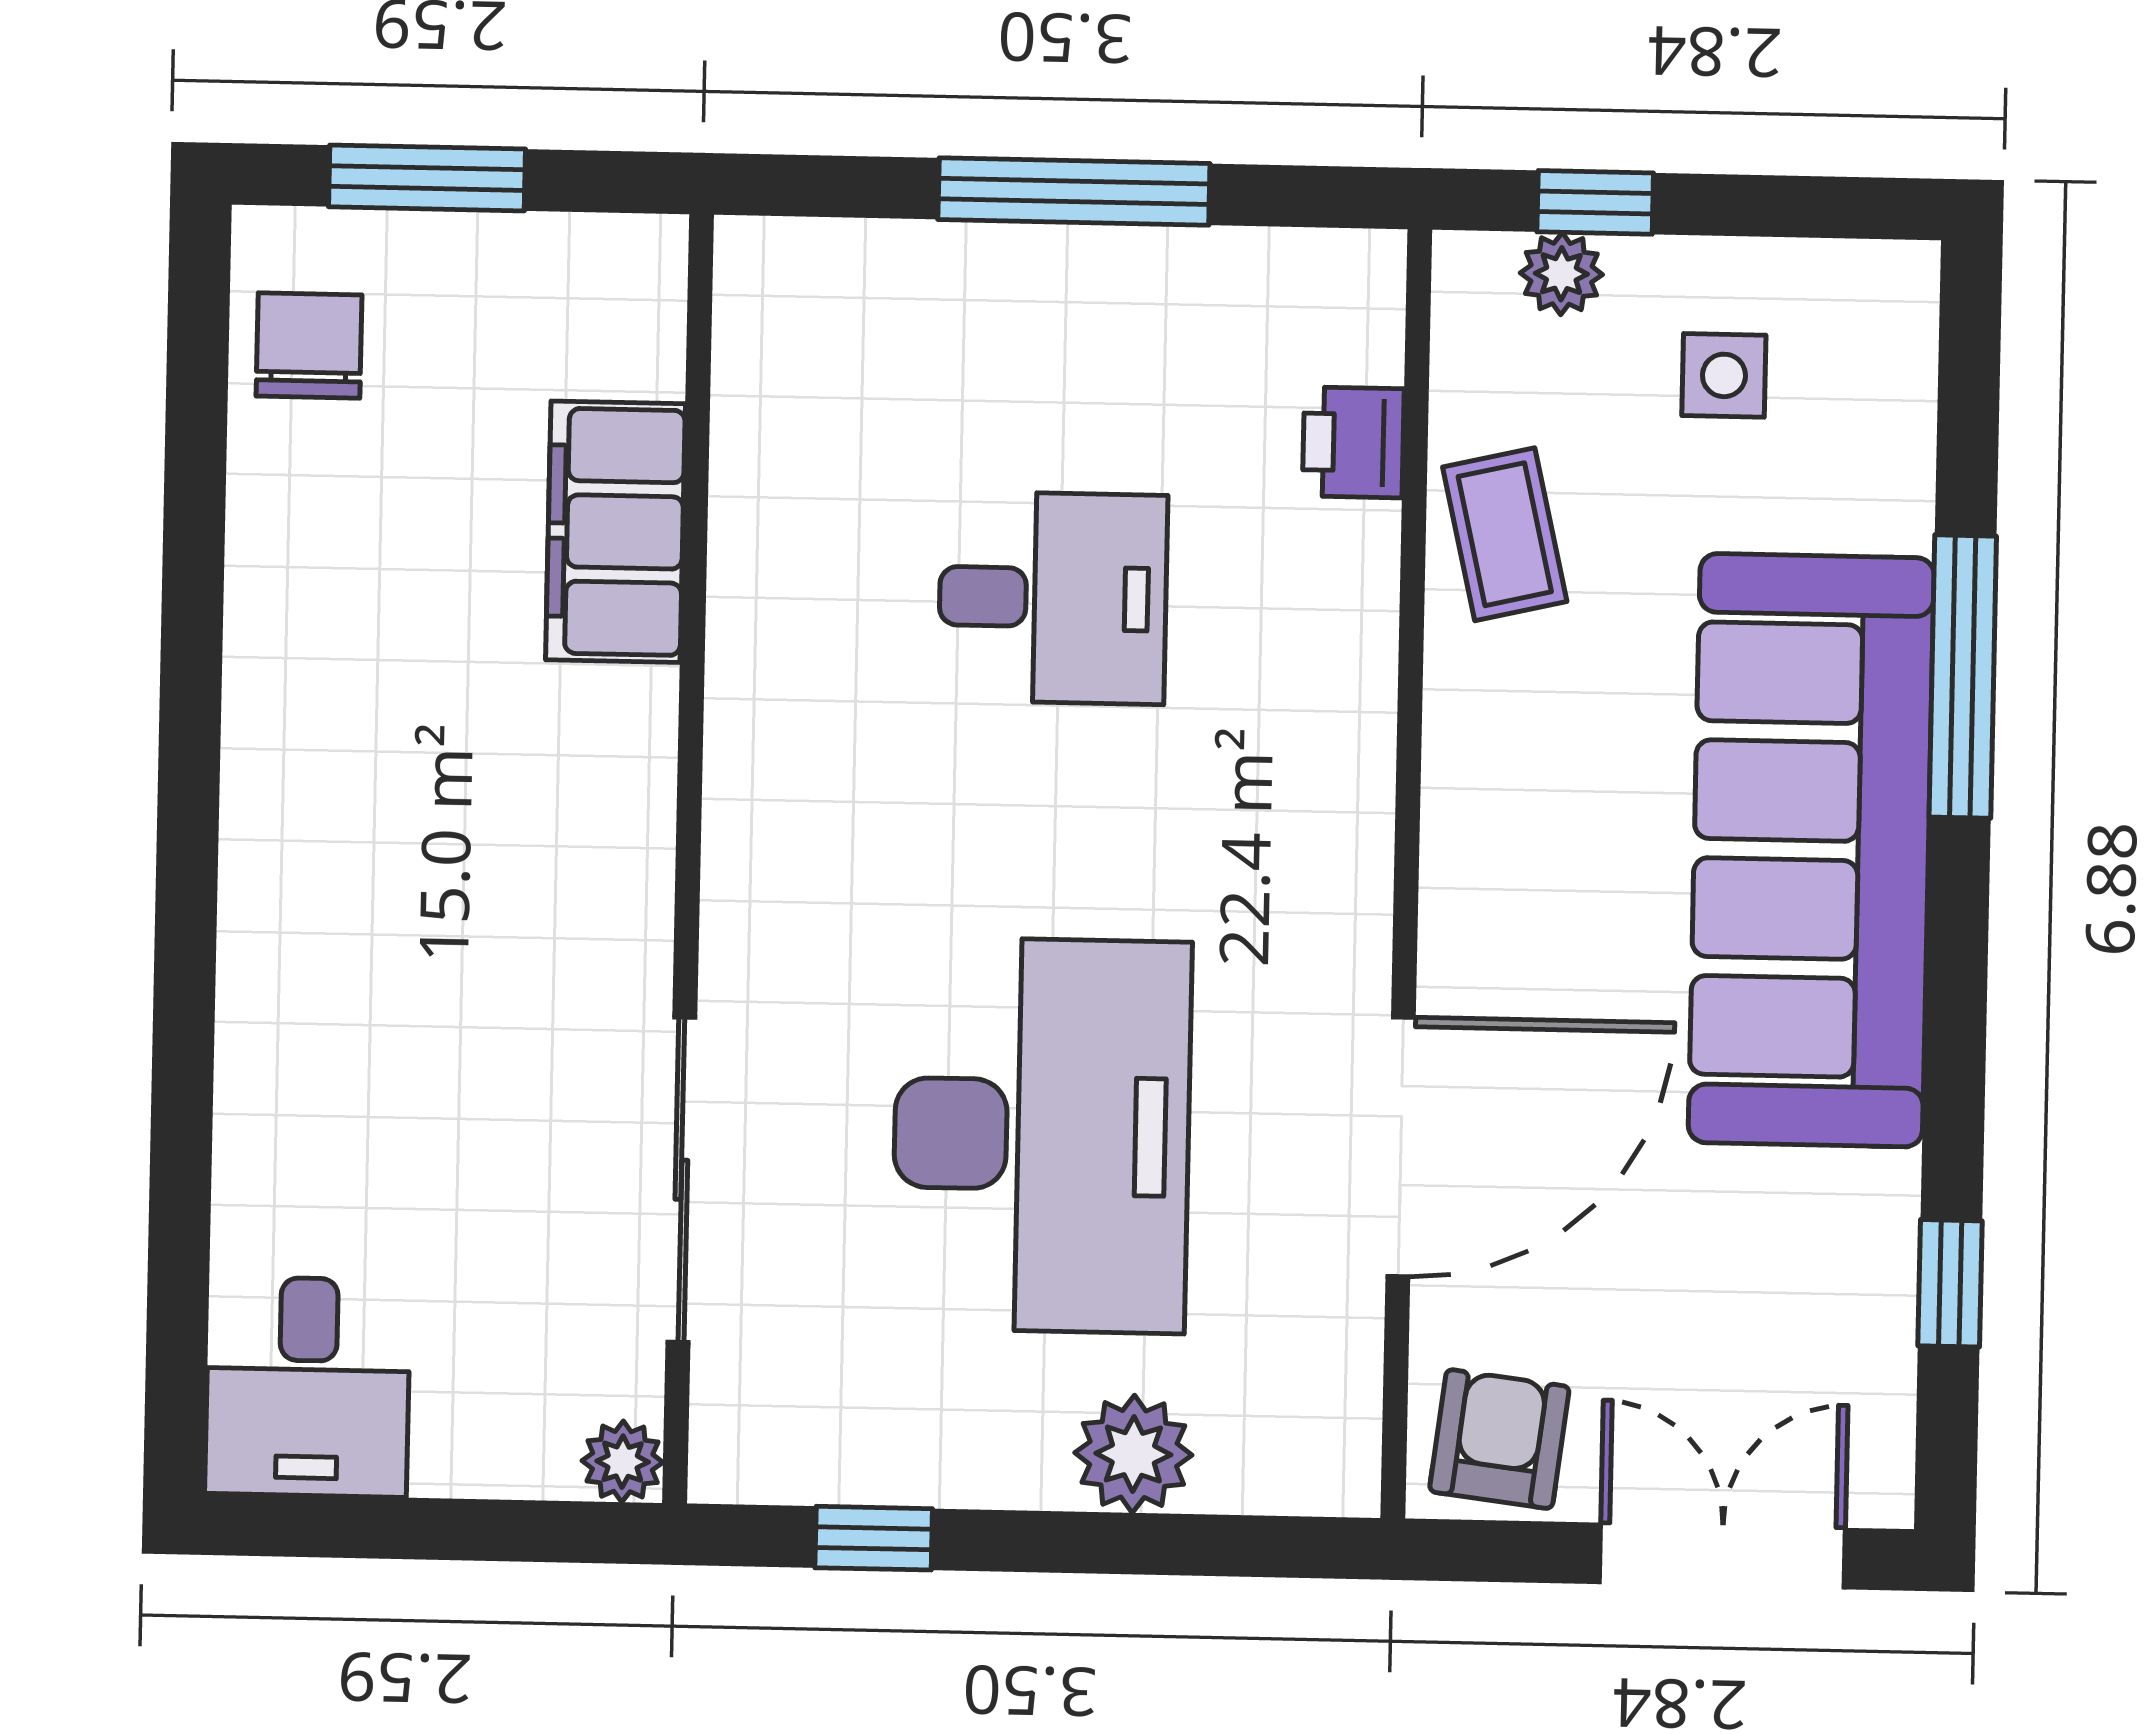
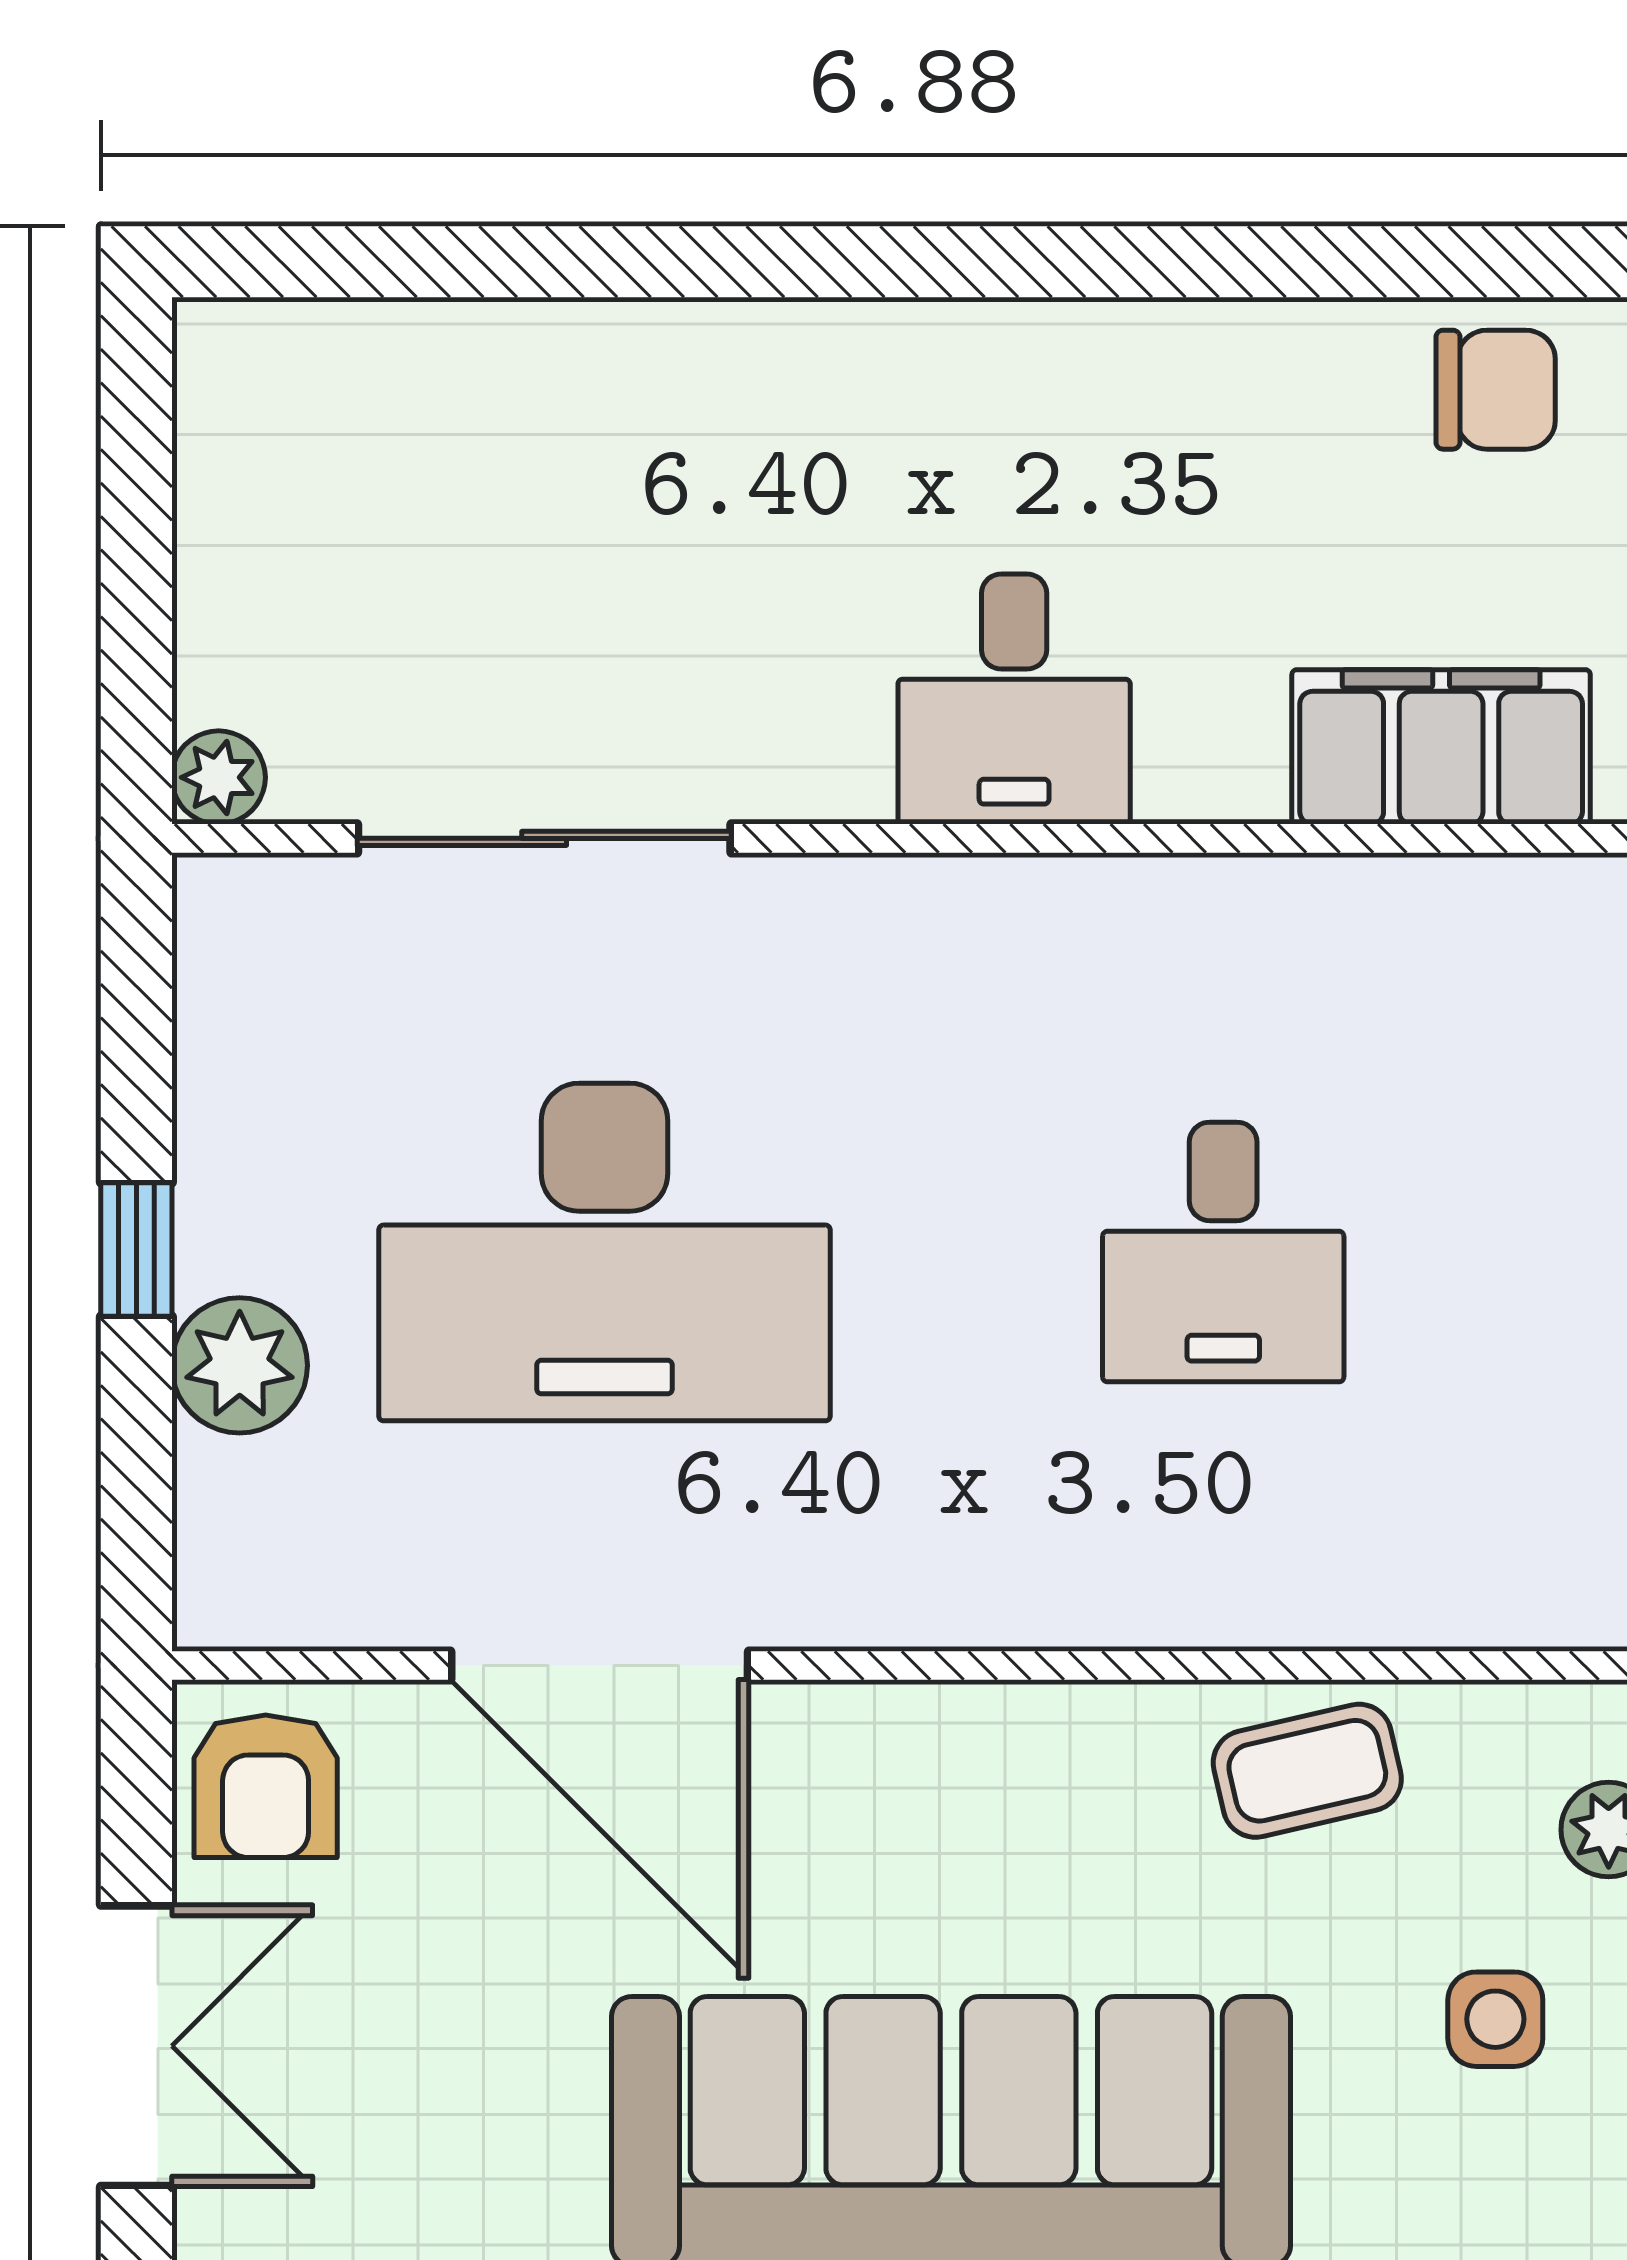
printer: (1353, 442) -> (1409, 1594), removed
filing cabinet: (615, 532) -> (1441, 747), moved
desk: (308, 1387) -> (1014, 699), moved, turned -90
armchair: (1499, 1439) -> (266, 1786), turned 83
window: (874, 1538) -> (136, 1250), moved

